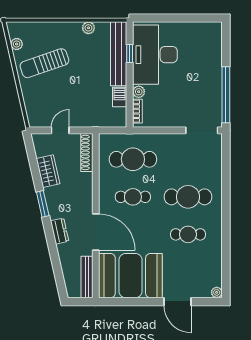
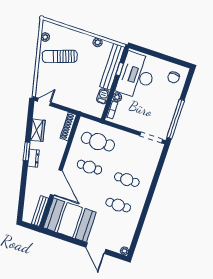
chair: (205, 41) -> (174, 77), added
door: (60, 130) -> (44, 102), moved
cafe table: (188, 197) -> (127, 180), width x0.73, depth x0.74
dresser: (60, 231) -> (33, 158), moved

